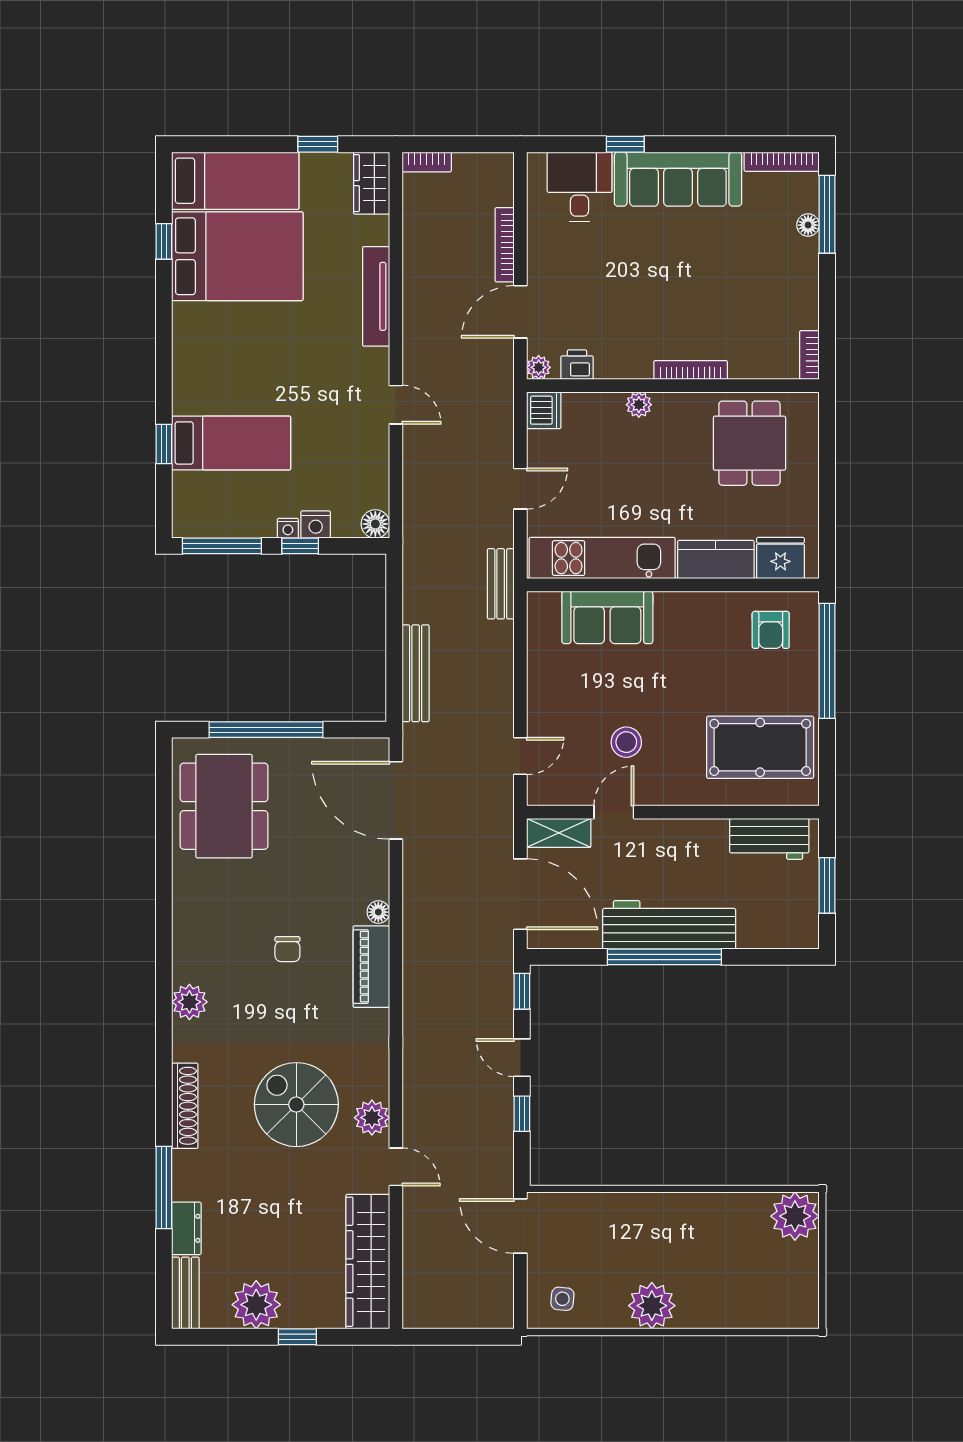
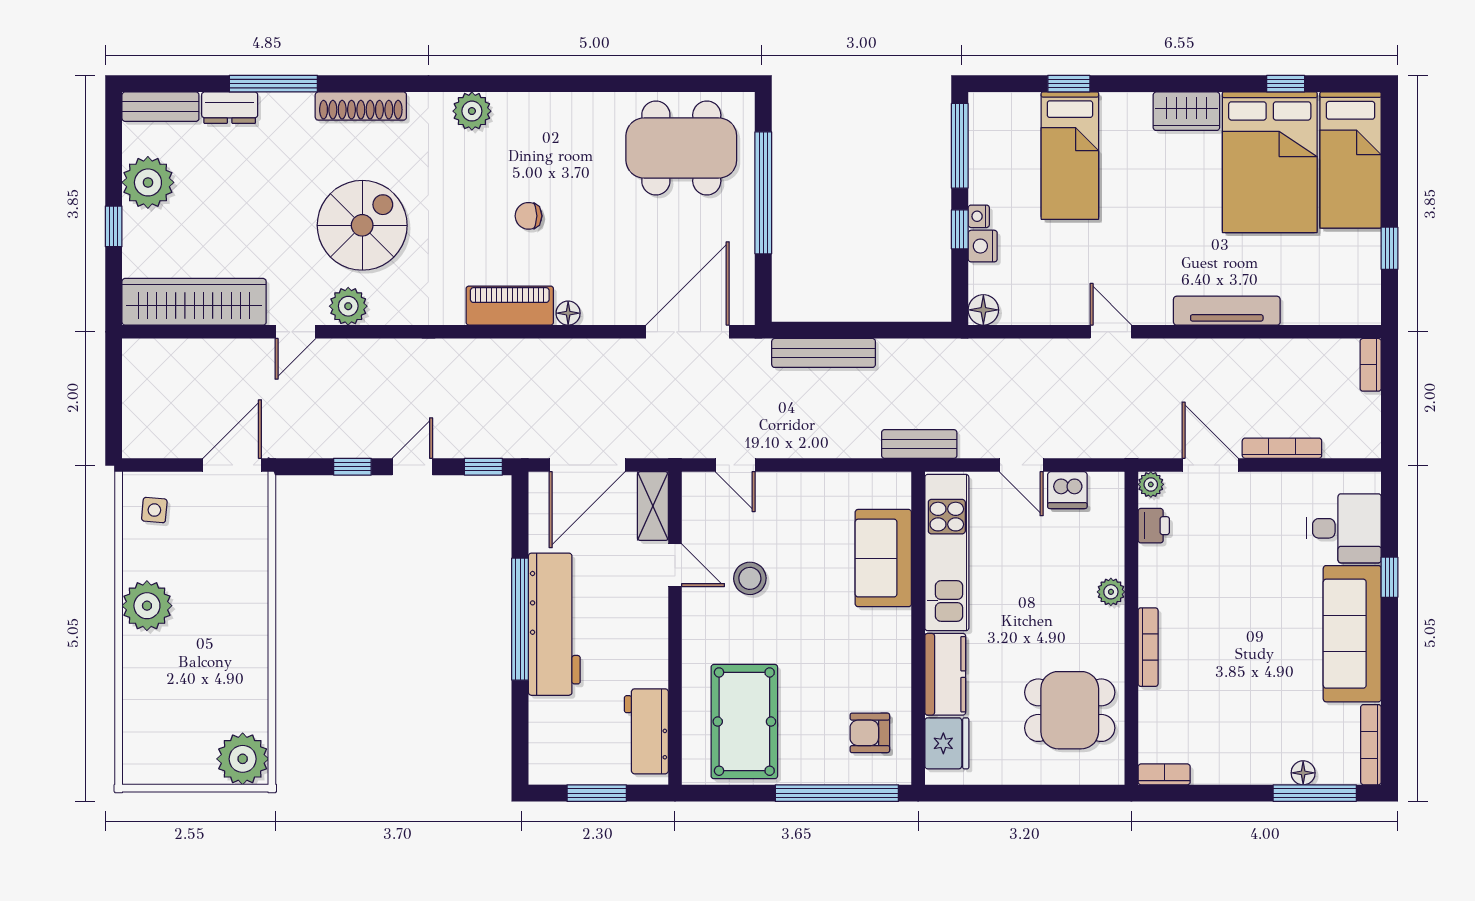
wardrobe: (372, 183) -> (1186, 111), moved, turned 180
door: (396, 405) -> (1111, 332), swing flipped
dishwasher: (544, 410) -> (1067, 490), moved

